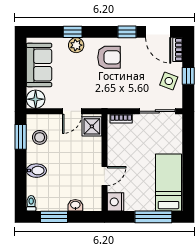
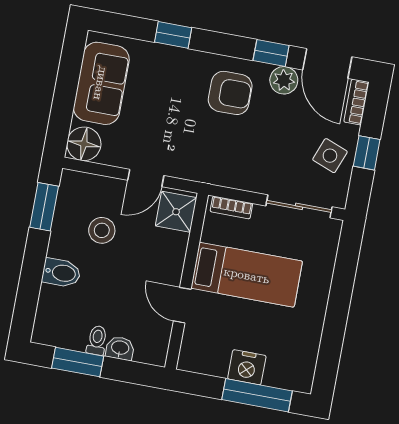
plant: (76, 45) -> (284, 80), moved
stool: (40, 137) -> (102, 230), moved
door: (104, 176) -> (182, 305), swing flipped
bed: (168, 182) -> (247, 275), moved, turned 90
nightstand: (116, 202) -> (247, 367), moved, turned -90
toilet: (31, 203) -> (97, 340), moved

